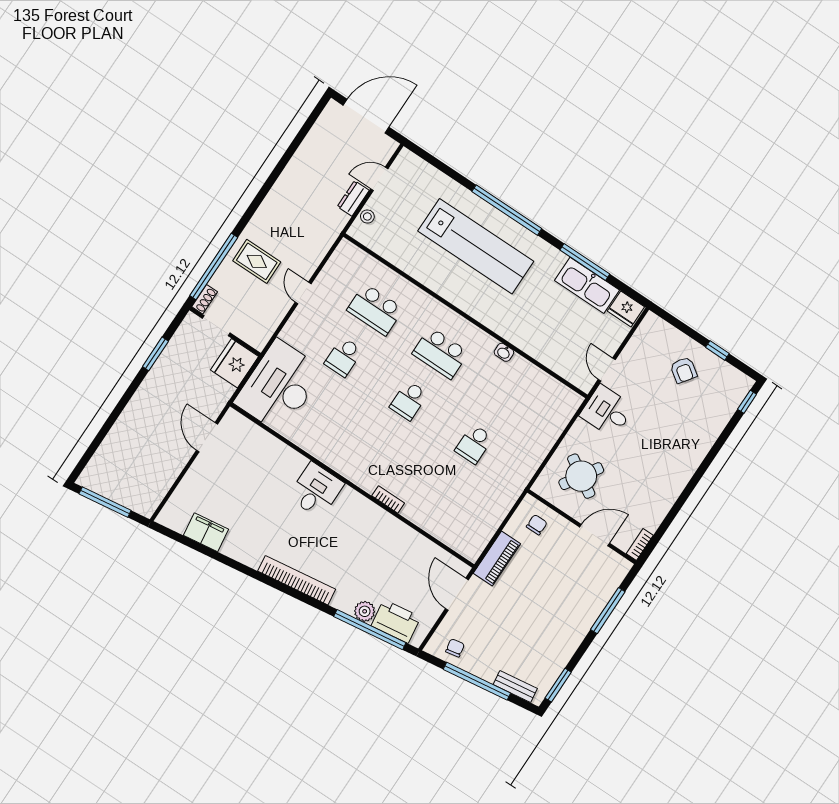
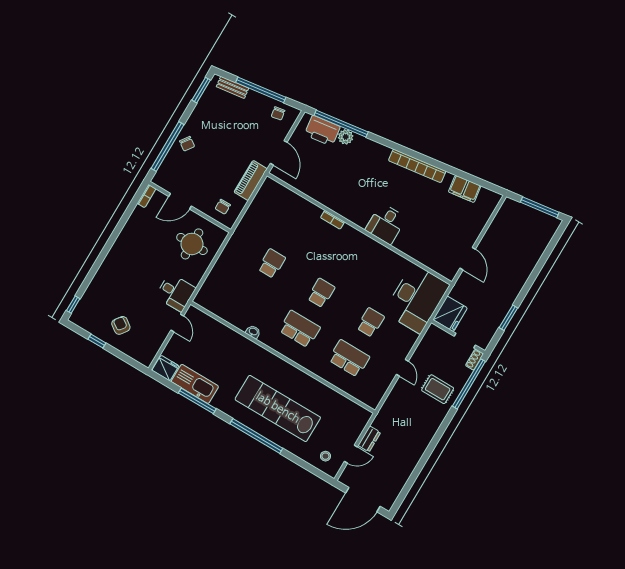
stool: (367, 216) -> (325, 456), moved
round table: (581, 476) -> (192, 244), turned -32
bookcase: (297, 580) -> (417, 166), moved
window: (608, 611) -> (167, 146), width x1.46
chair: (581, 613) -> (187, 144), added

